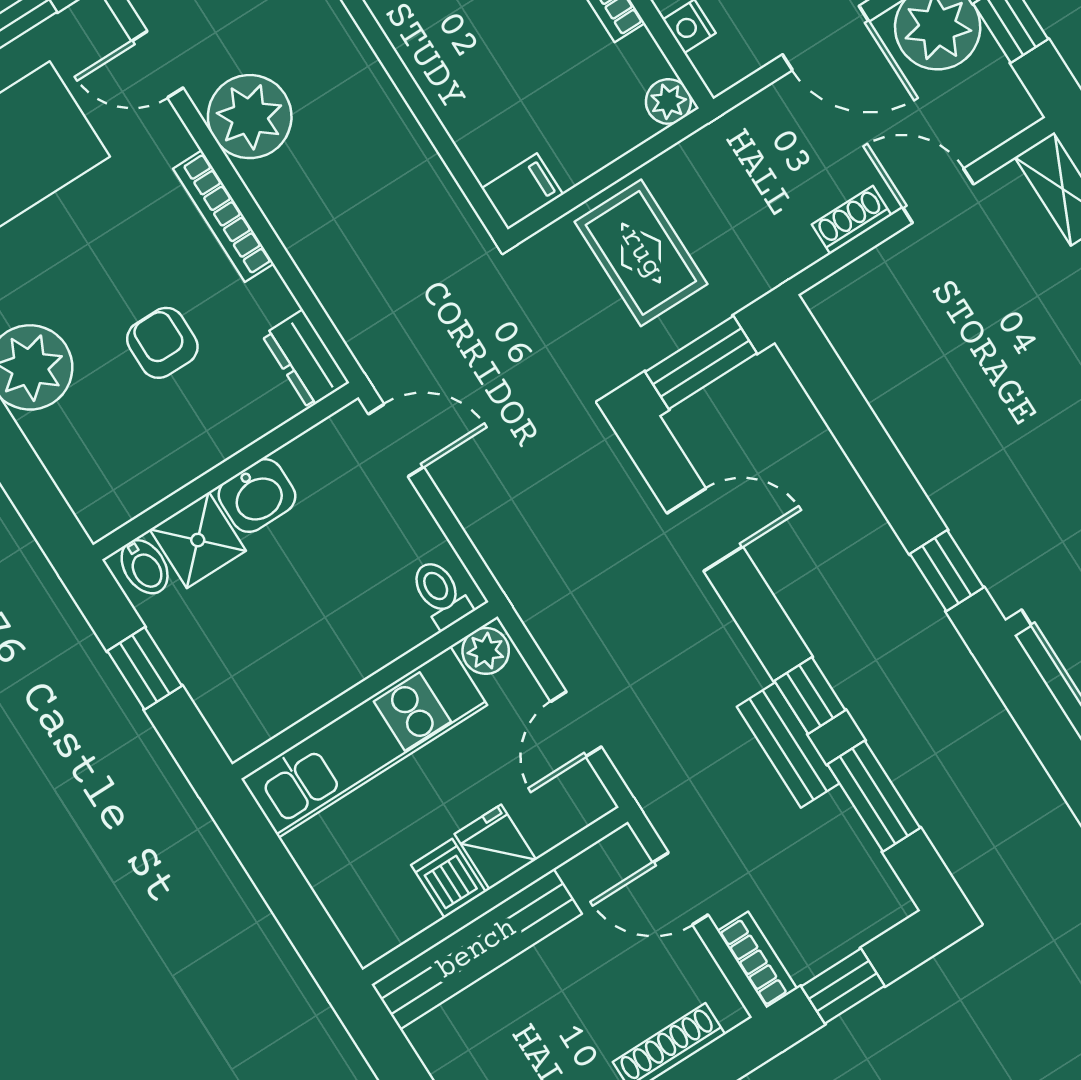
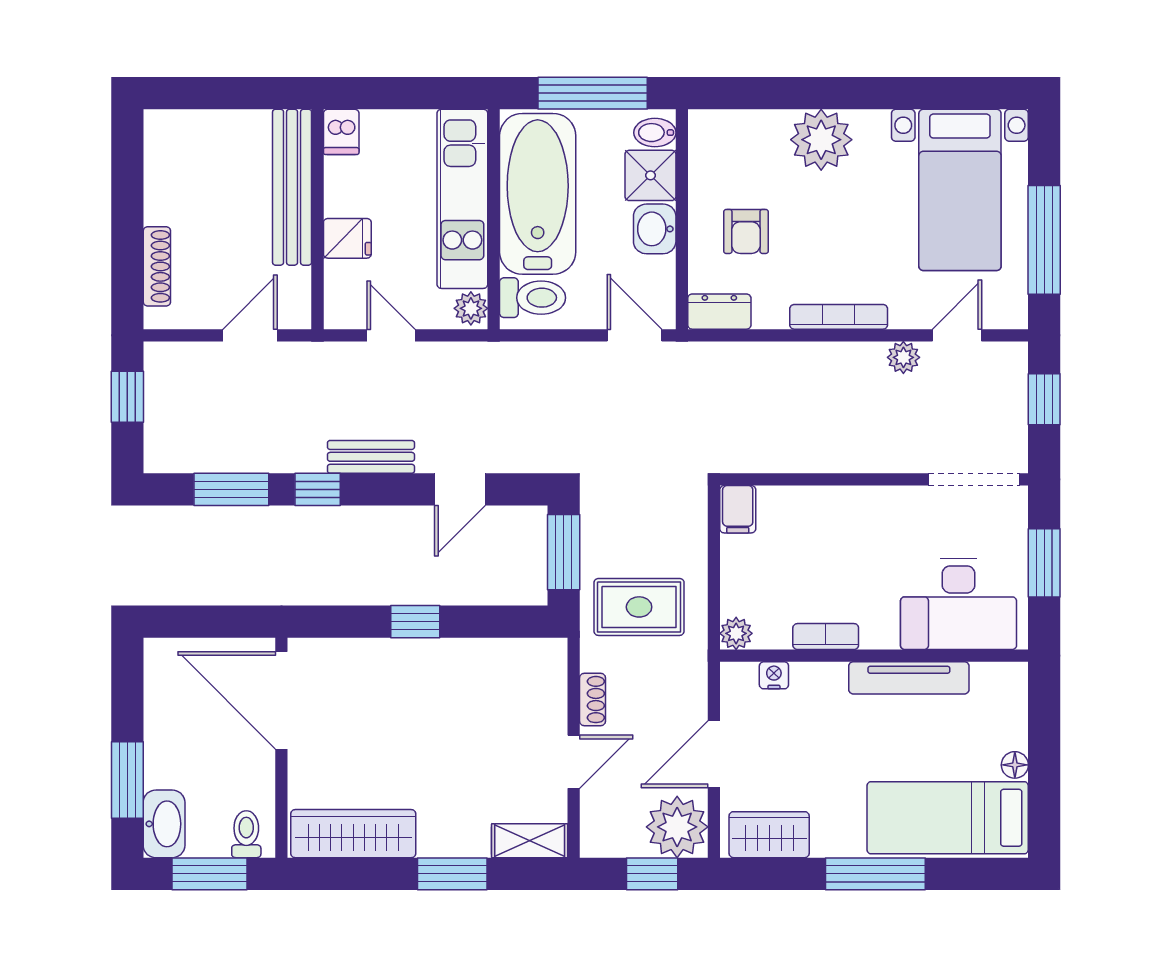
plant: (250, 117) -> (903, 357), width x0.53, depth x0.53
rug: (641, 253) -> (639, 607), moved
armchair: (162, 343) -> (746, 231), moved, turned 90
door: (396, 440) -> (634, 335), swing flipped
window: (947, 571) -> (415, 622), moved
toilet: (441, 594) -> (533, 298), width x1.37, depth x1.39
bathtub: (303, 658) -> (538, 194), added
window: (145, 668) -> (593, 93), width x2.17
bench: (788, 745) -> (371, 457), moved
dishwasher: (448, 878) -> (341, 132), moved, turned 90
bookcase: (757, 960) -> (177, 355), removed

